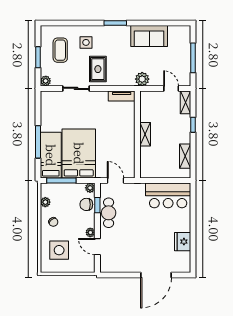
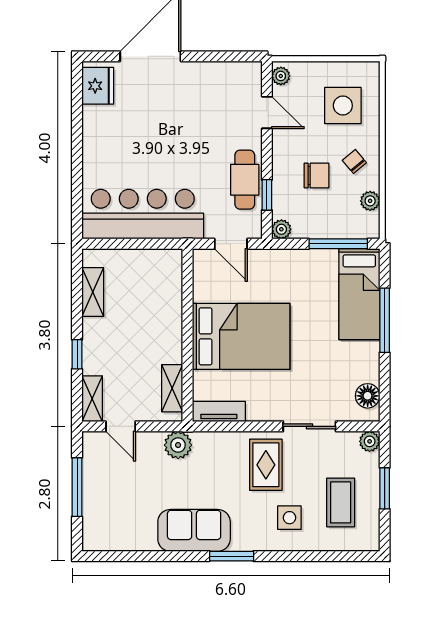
sofa: (149, 36) -> (194, 530), moved
floor lamp: (47, 104) -> (368, 396), added
shelving: (145, 134) -> (172, 388), moved
bed: (79, 153) -> (241, 336), moved, turned -90
bar counter: (168, 195) -> (143, 214), width x1.36
chair: (86, 204) -> (317, 175), moved
plant: (90, 232) -> (281, 76), moved
fridge: (183, 242) -> (98, 86), moved

